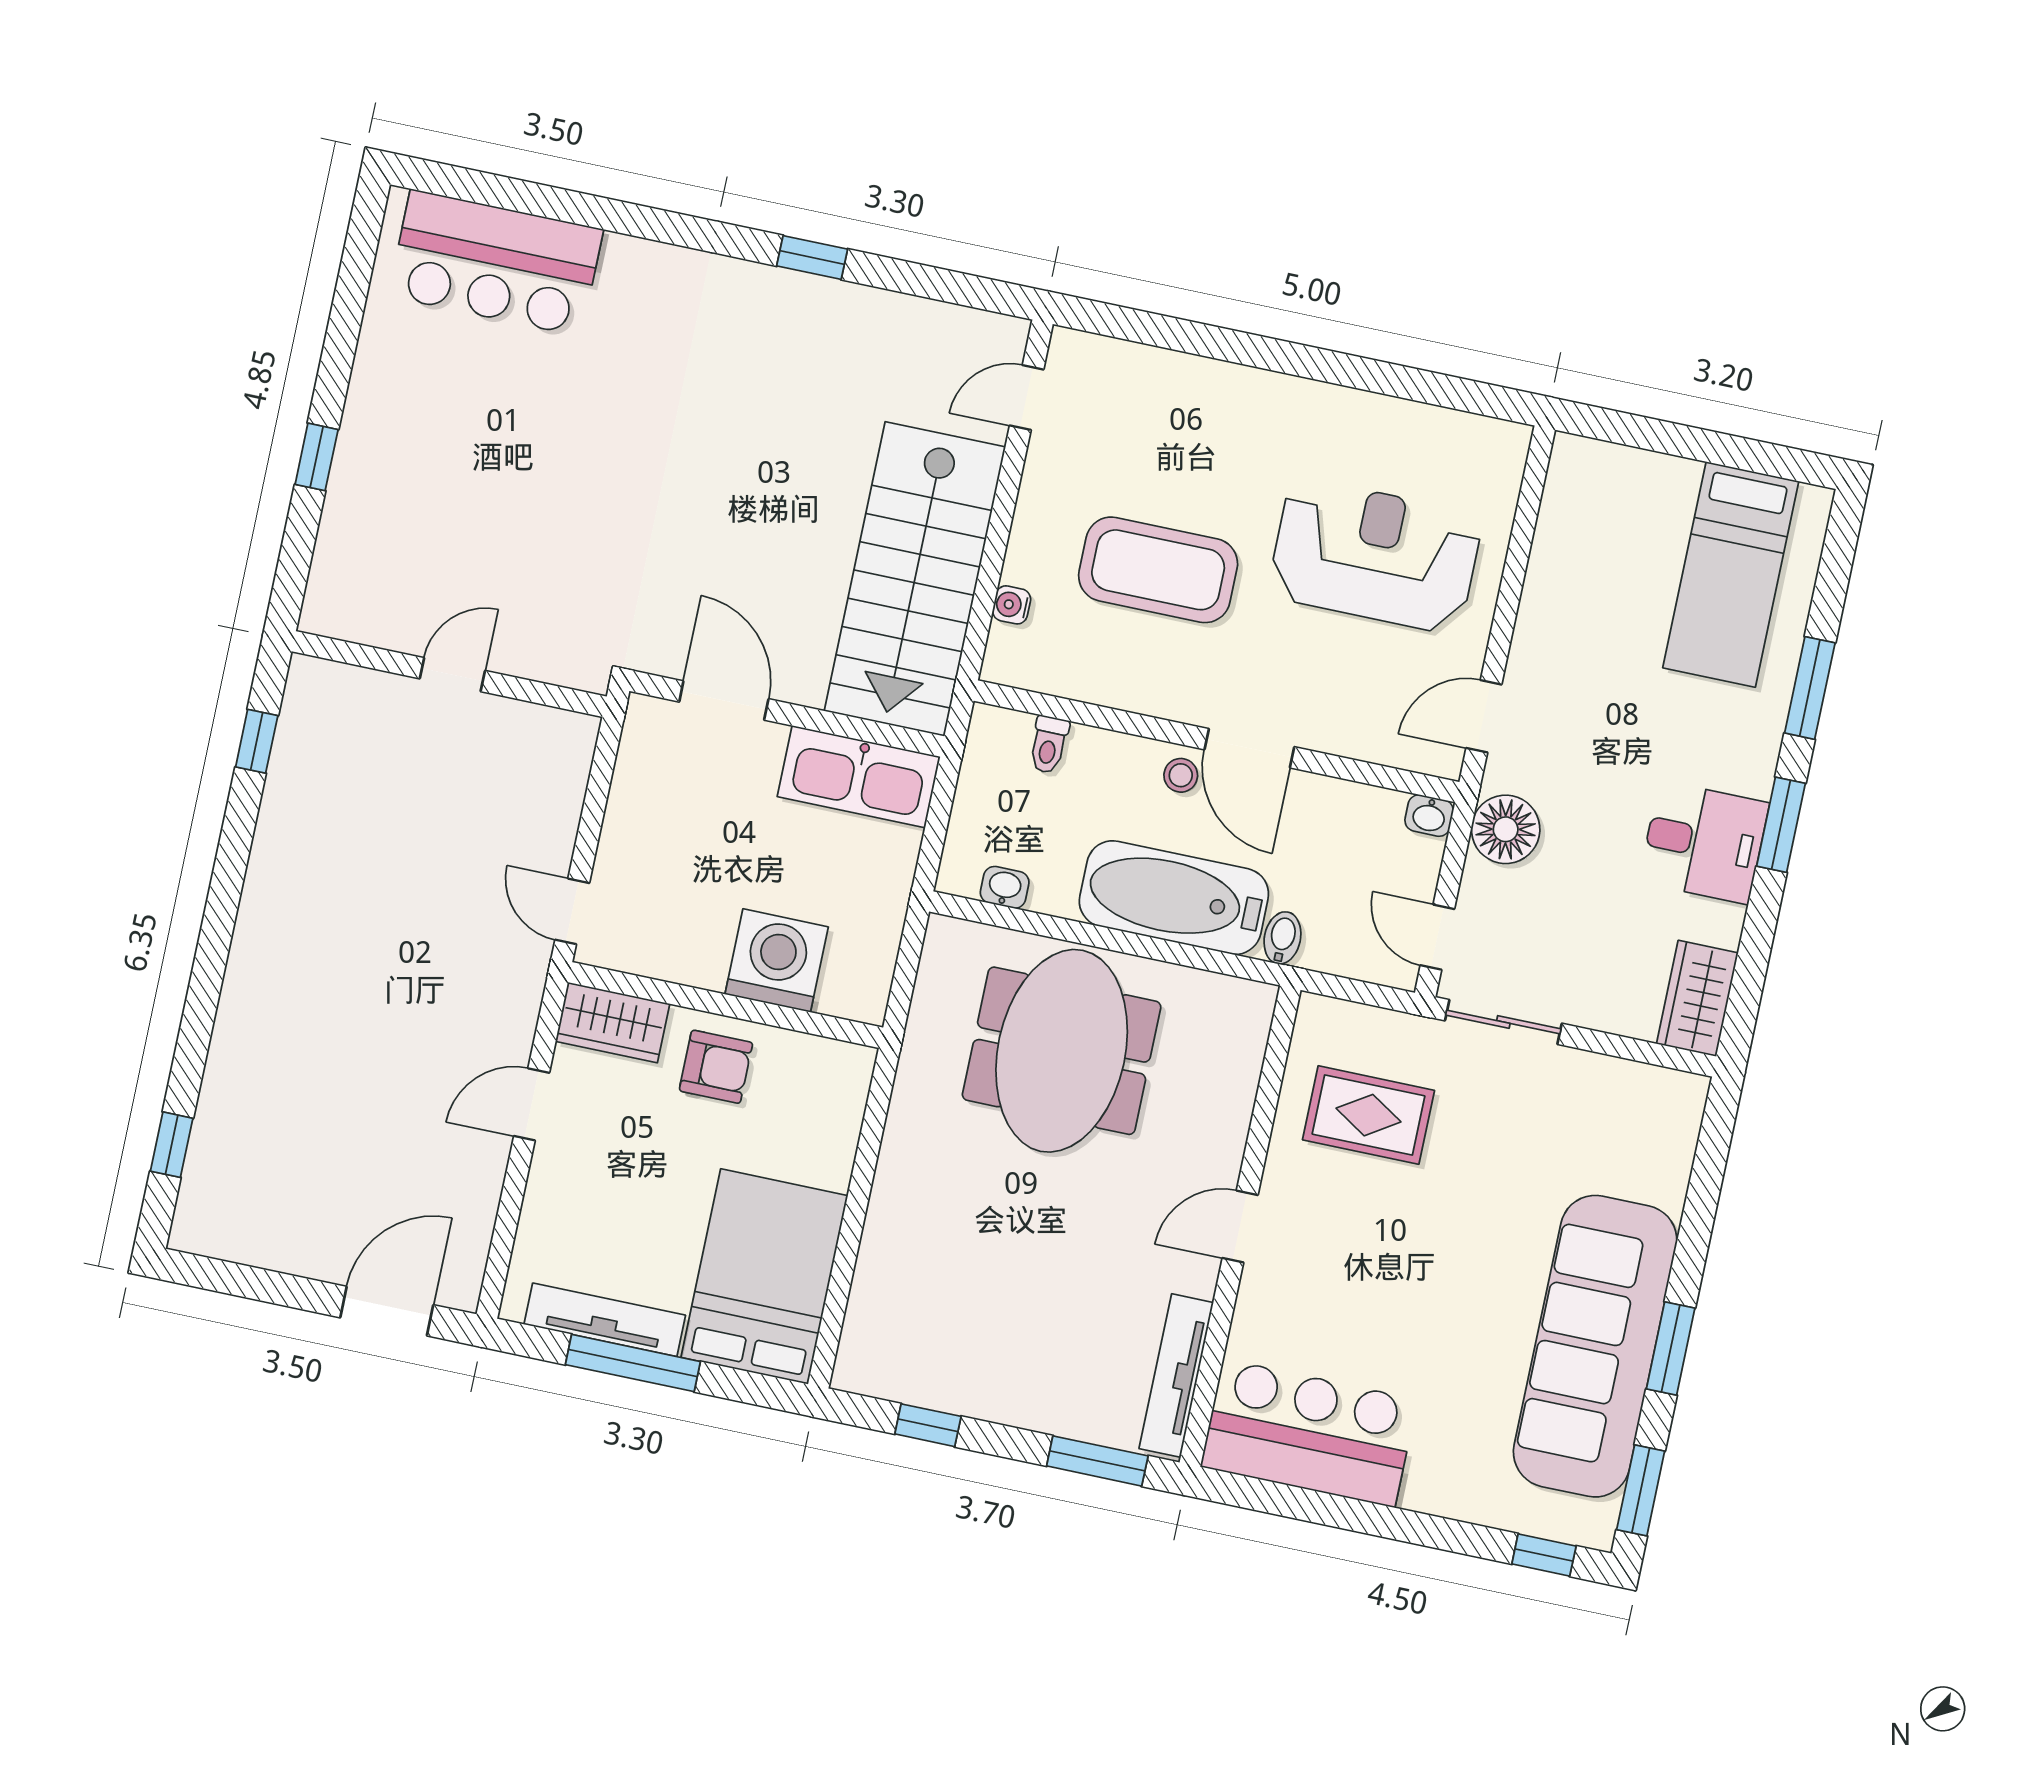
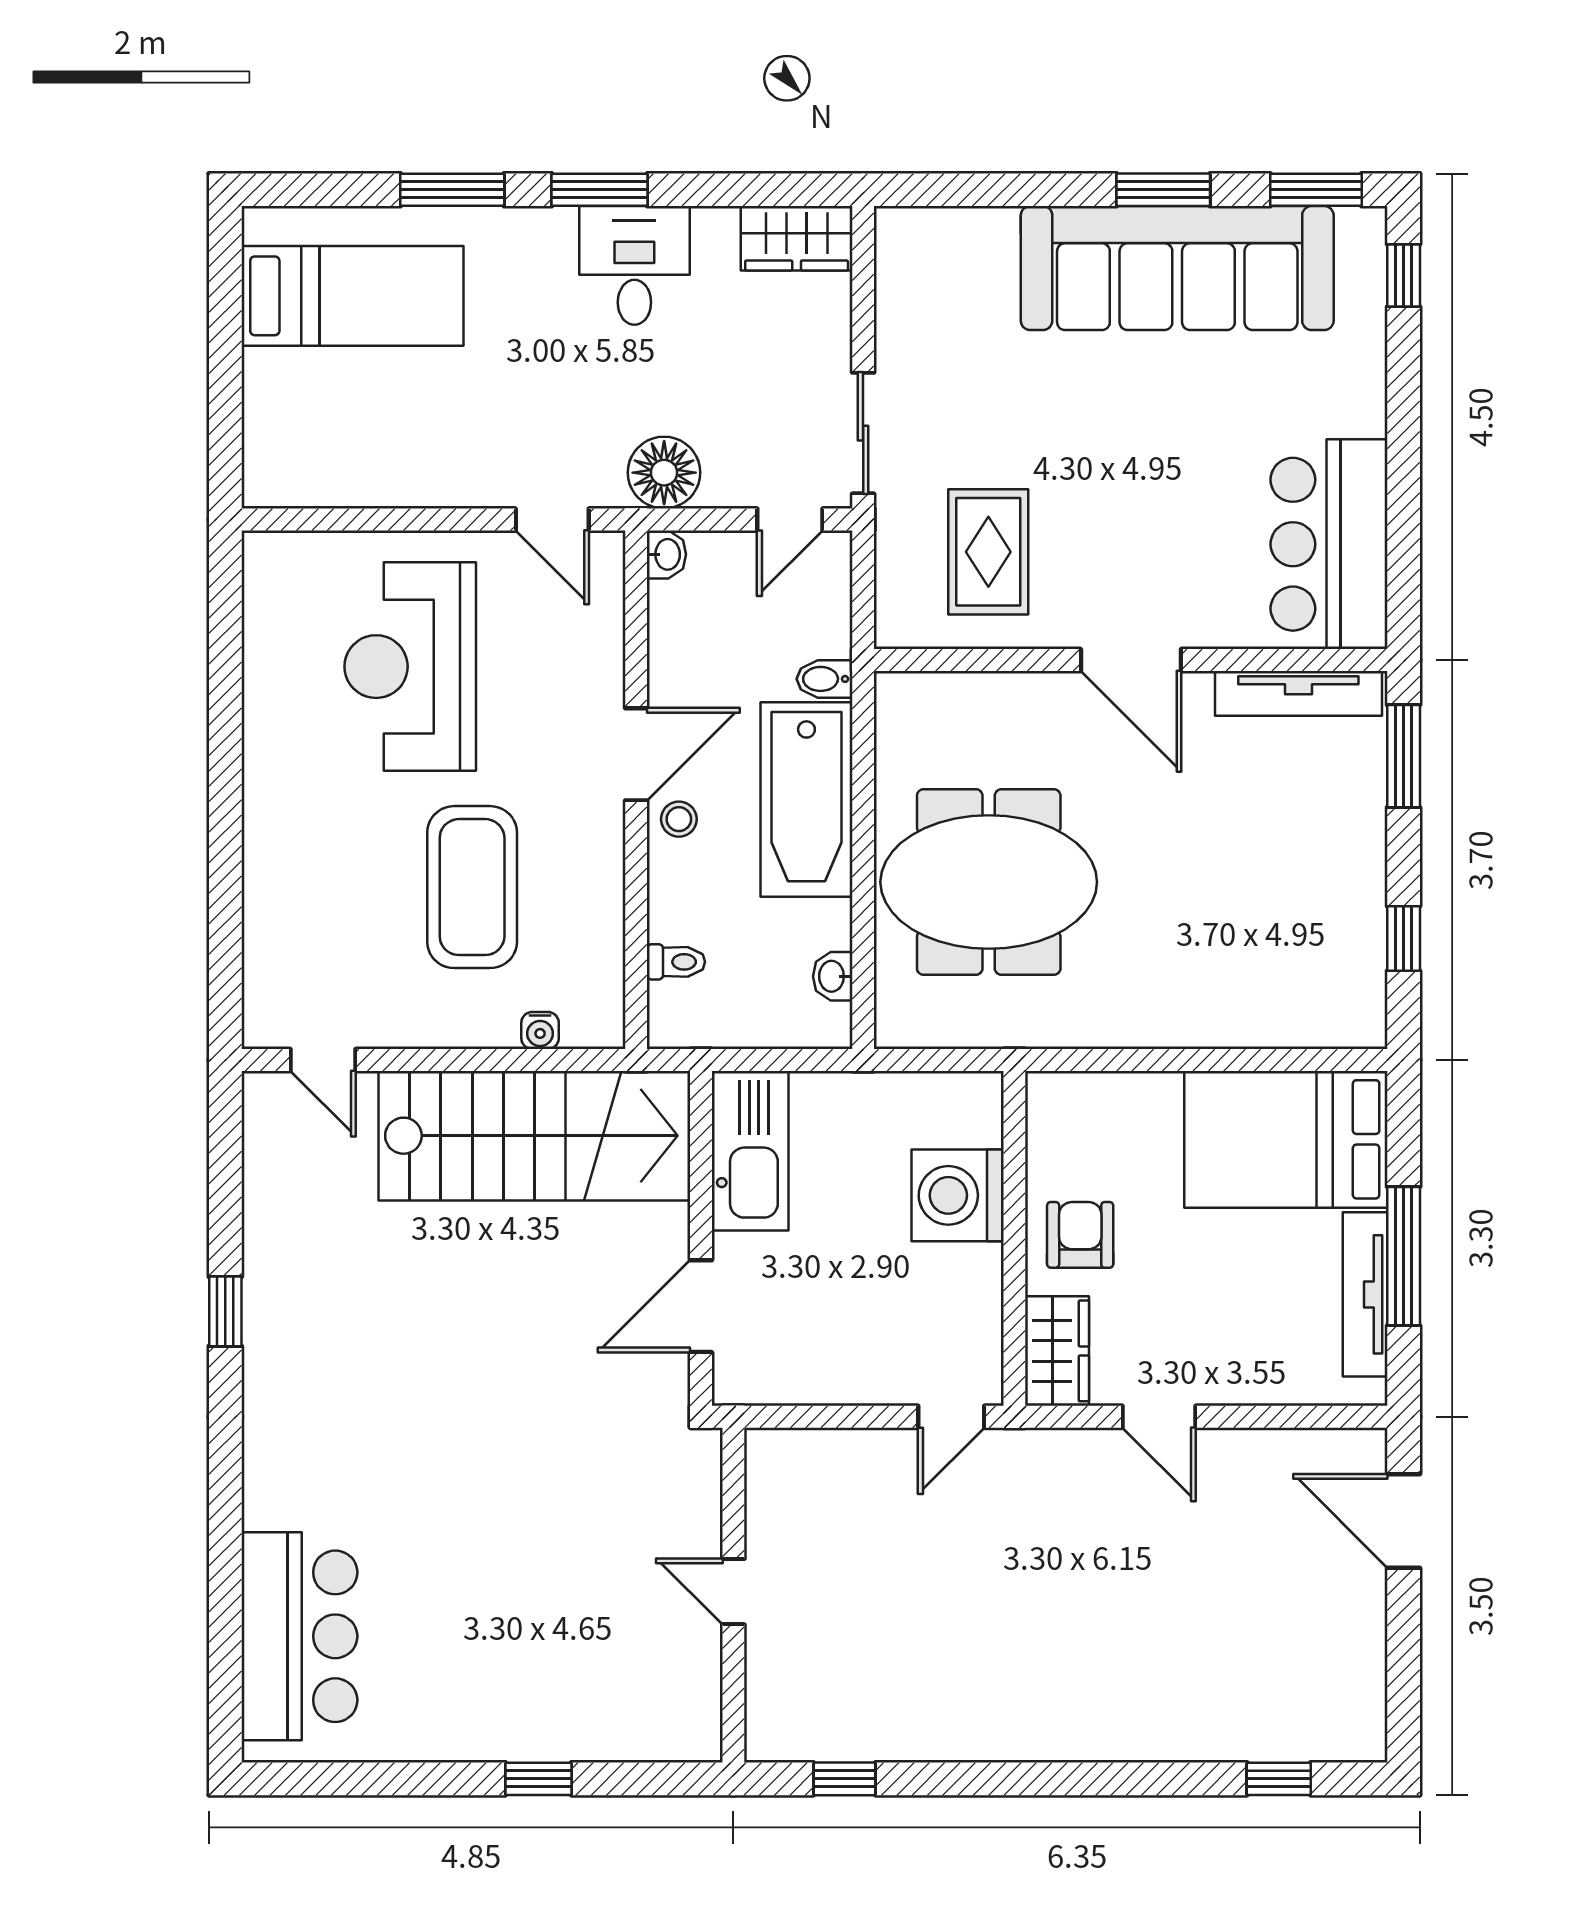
door: (1240, 1226) -> (1131, 660), width x1.38

